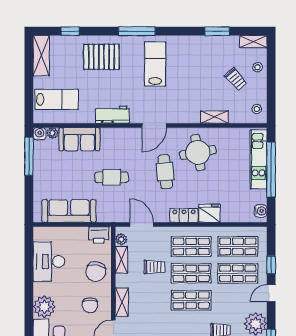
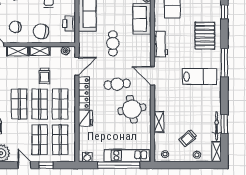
bicycle: (220, 41) -> (217, 126), added
locker: (184, 215) -> (84, 93), width x1.53
printer: (99, 235) -> (69, 23), moved
shelving: (121, 260) -> (40, 51), moved

